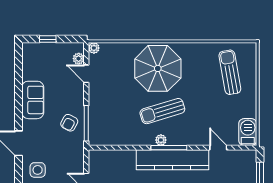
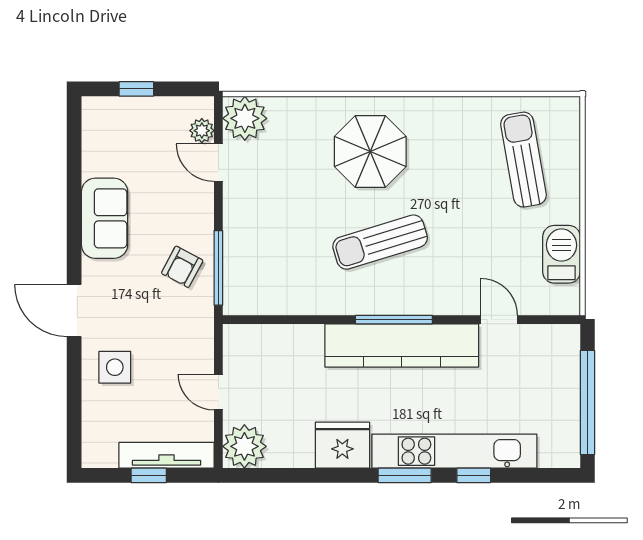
plant: (94, 48) -> (245, 118), width x1.88, depth x1.88
parasol: (158, 68) -> (370, 151), width x0.73, depth x0.73
barbecue: (248, 132) -> (561, 254), moved
plant: (161, 140) -> (377, 304), removed

